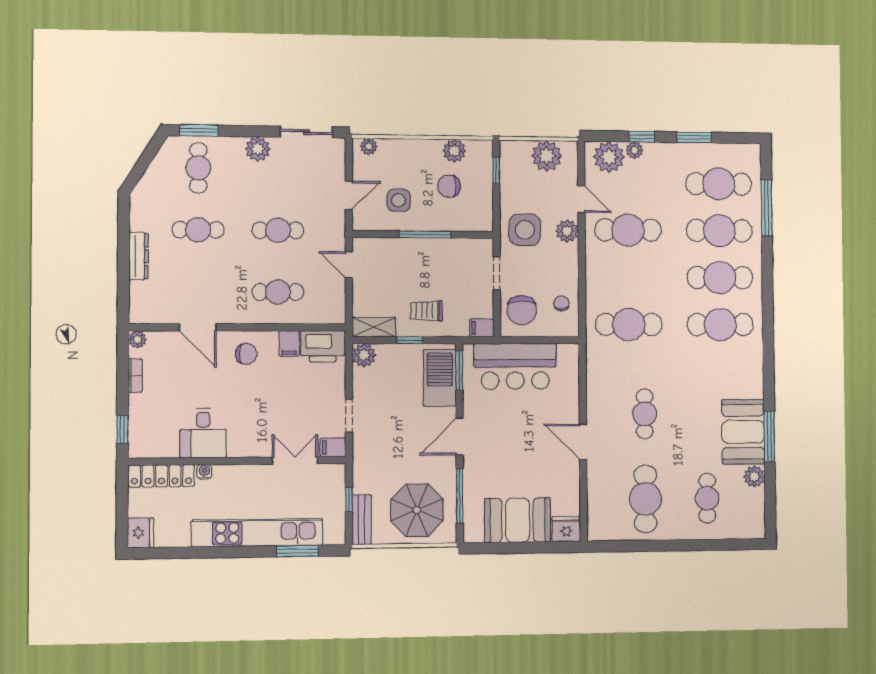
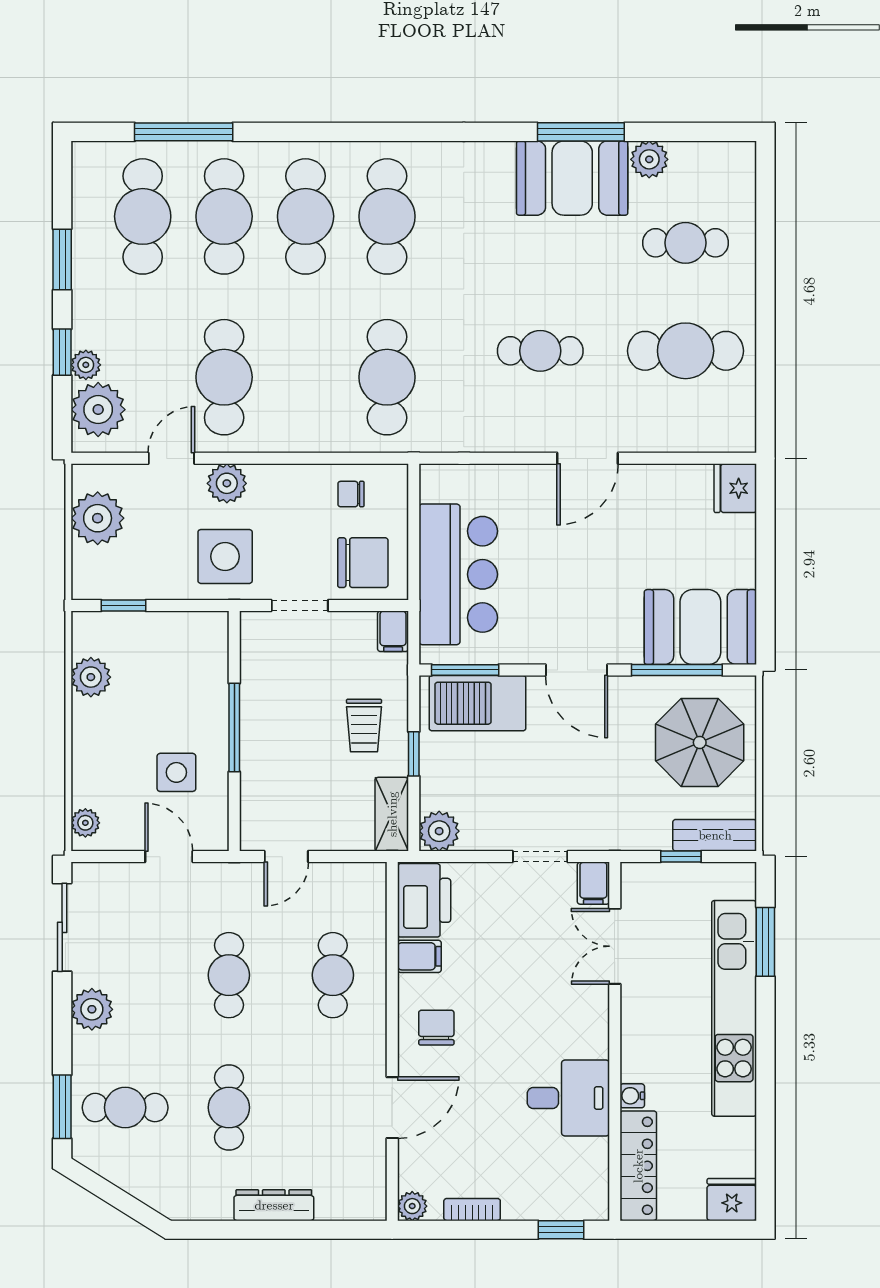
chair: (449, 186) -> (151, 687), removed
booth: (518, 520) -> (700, 627), moved, turned 90

